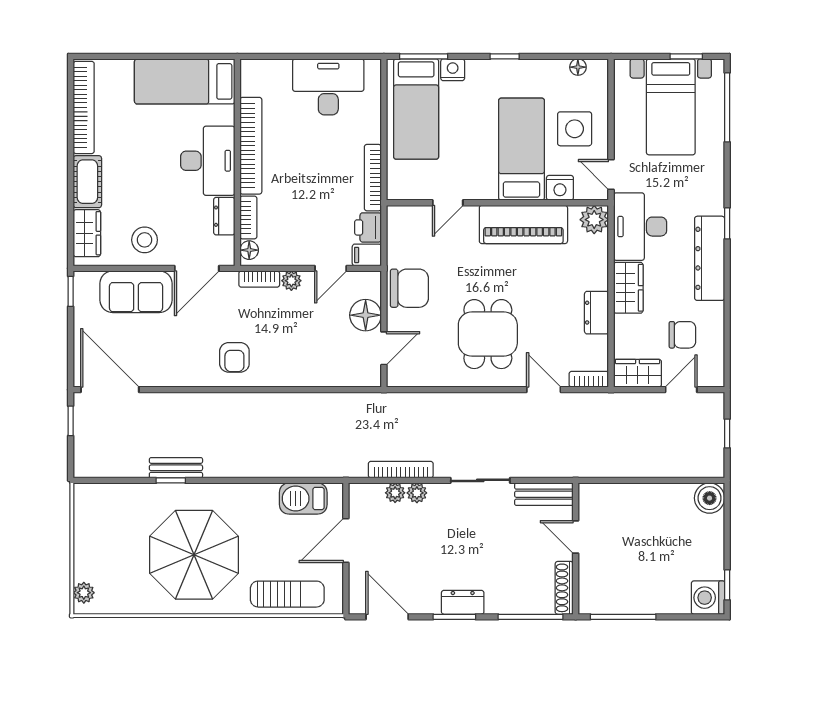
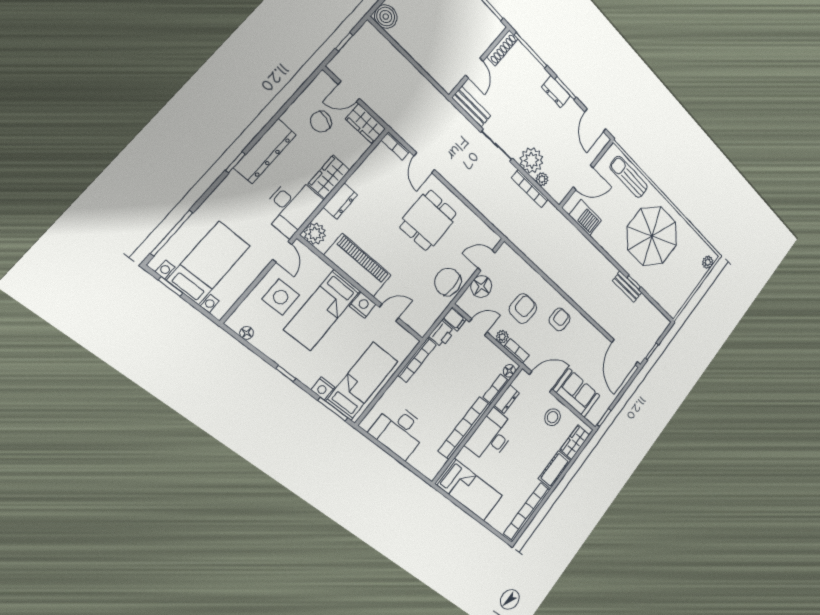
nightstand: (560, 188) -> (363, 305), moved
dresser: (596, 313) -> (341, 201), moved
armchair: (293, 332) -> (523, 309), added
chair: (682, 335) -> (321, 122), turned -73
plant: (417, 493) -> (532, 160), width x1.88, depth x1.88

